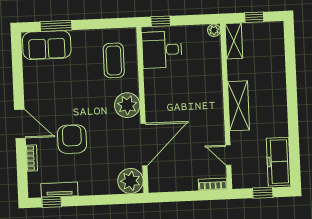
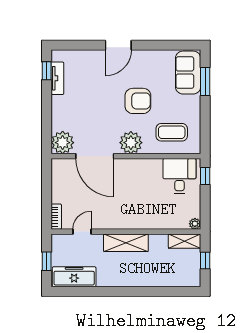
armchair: (72, 139) -> (138, 101), moved
bookcase: (32, 158) -> (87, 54), removed

